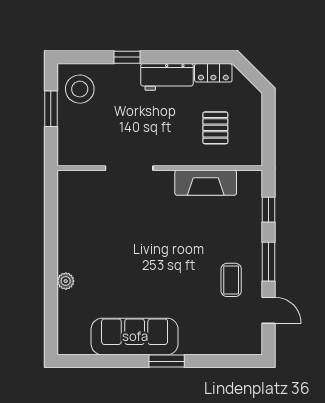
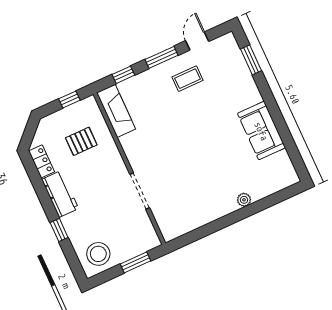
window: (51, 109) -> (135, 262), moved
window: (269, 136) -> (69, 100), added
fireplace: (206, 183) -> (116, 111), moved
sofa: (135, 336) -> (261, 131), width x0.73
window: (167, 361) -> (251, 60), moved

